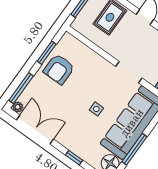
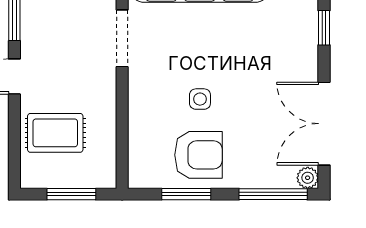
side table: (96, 109) -> (200, 99), moved

